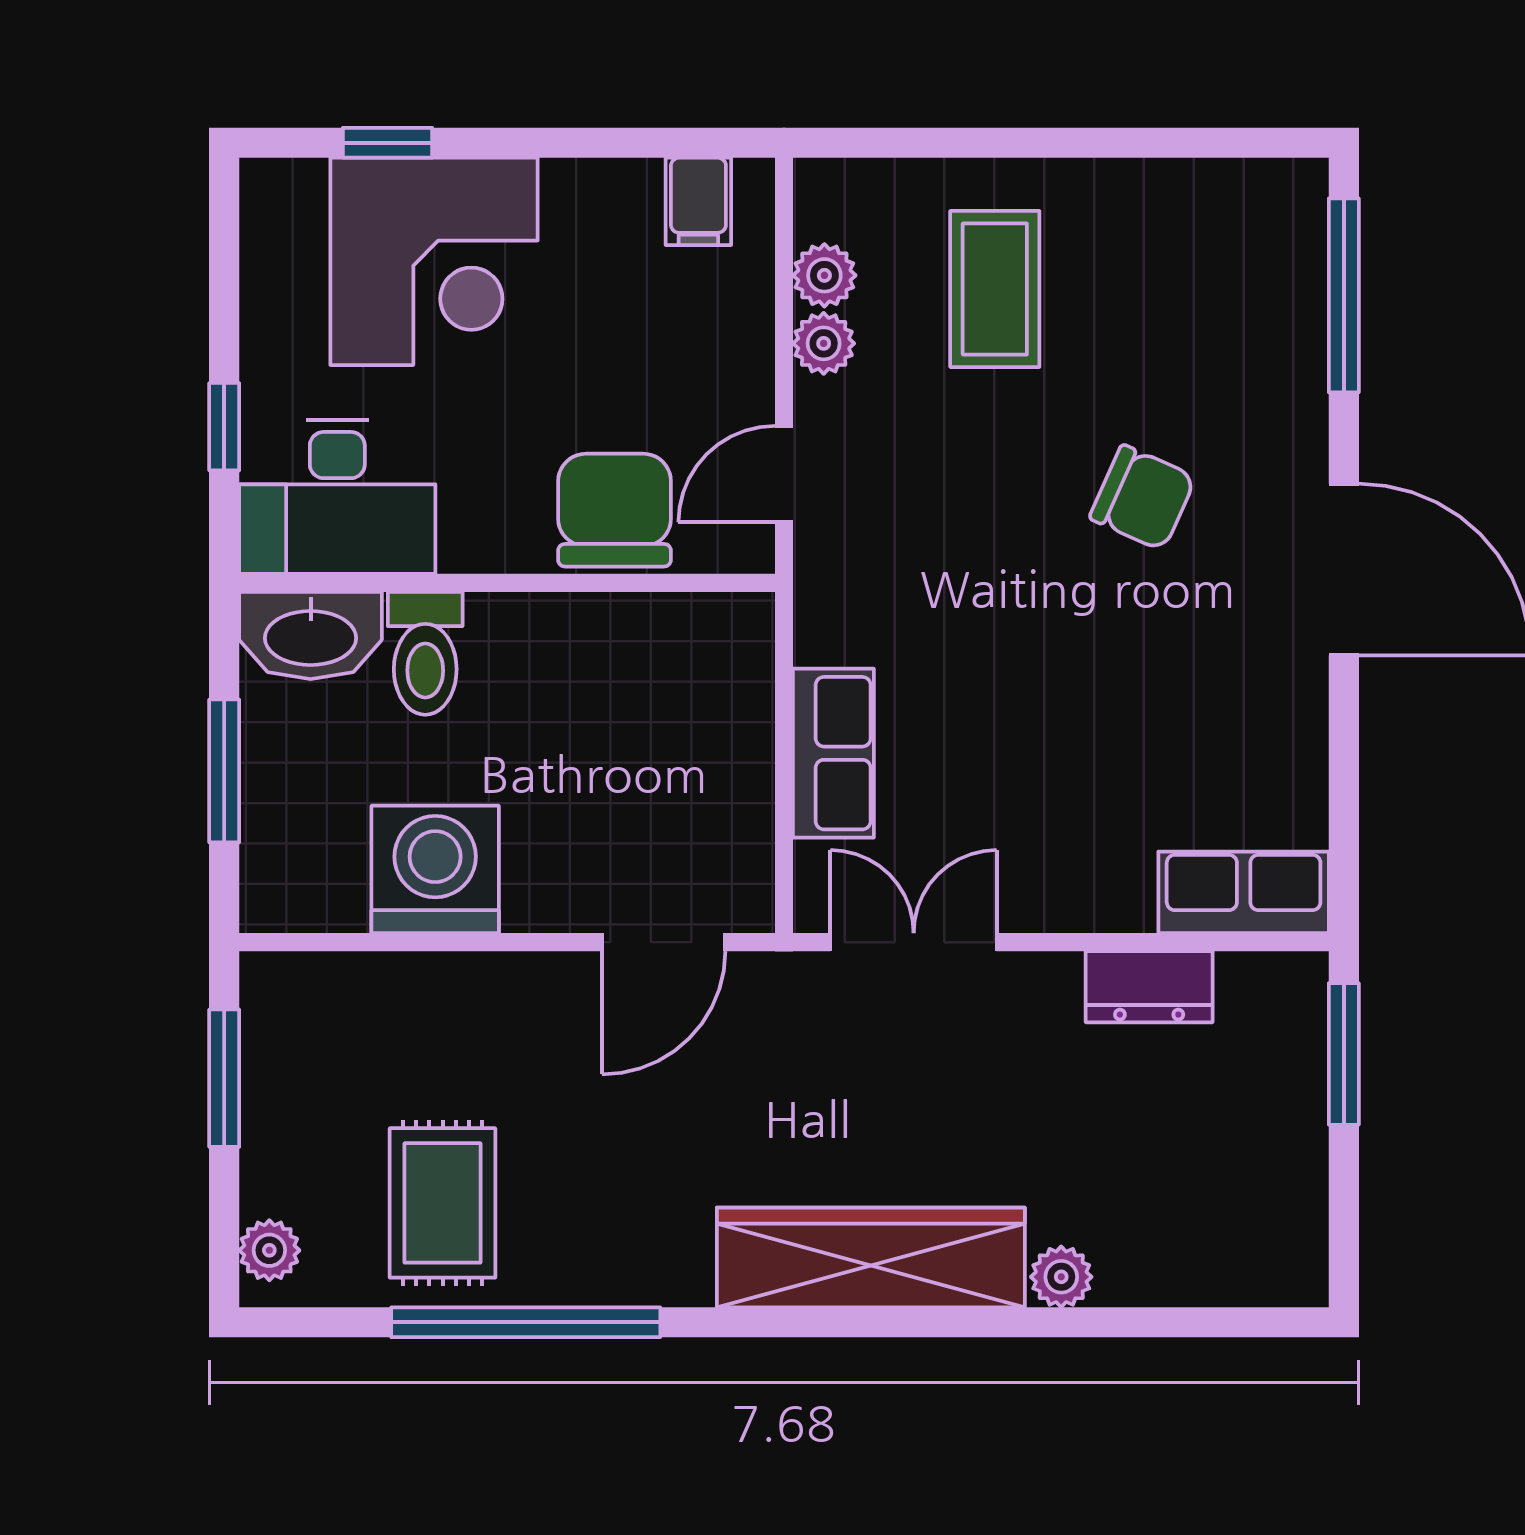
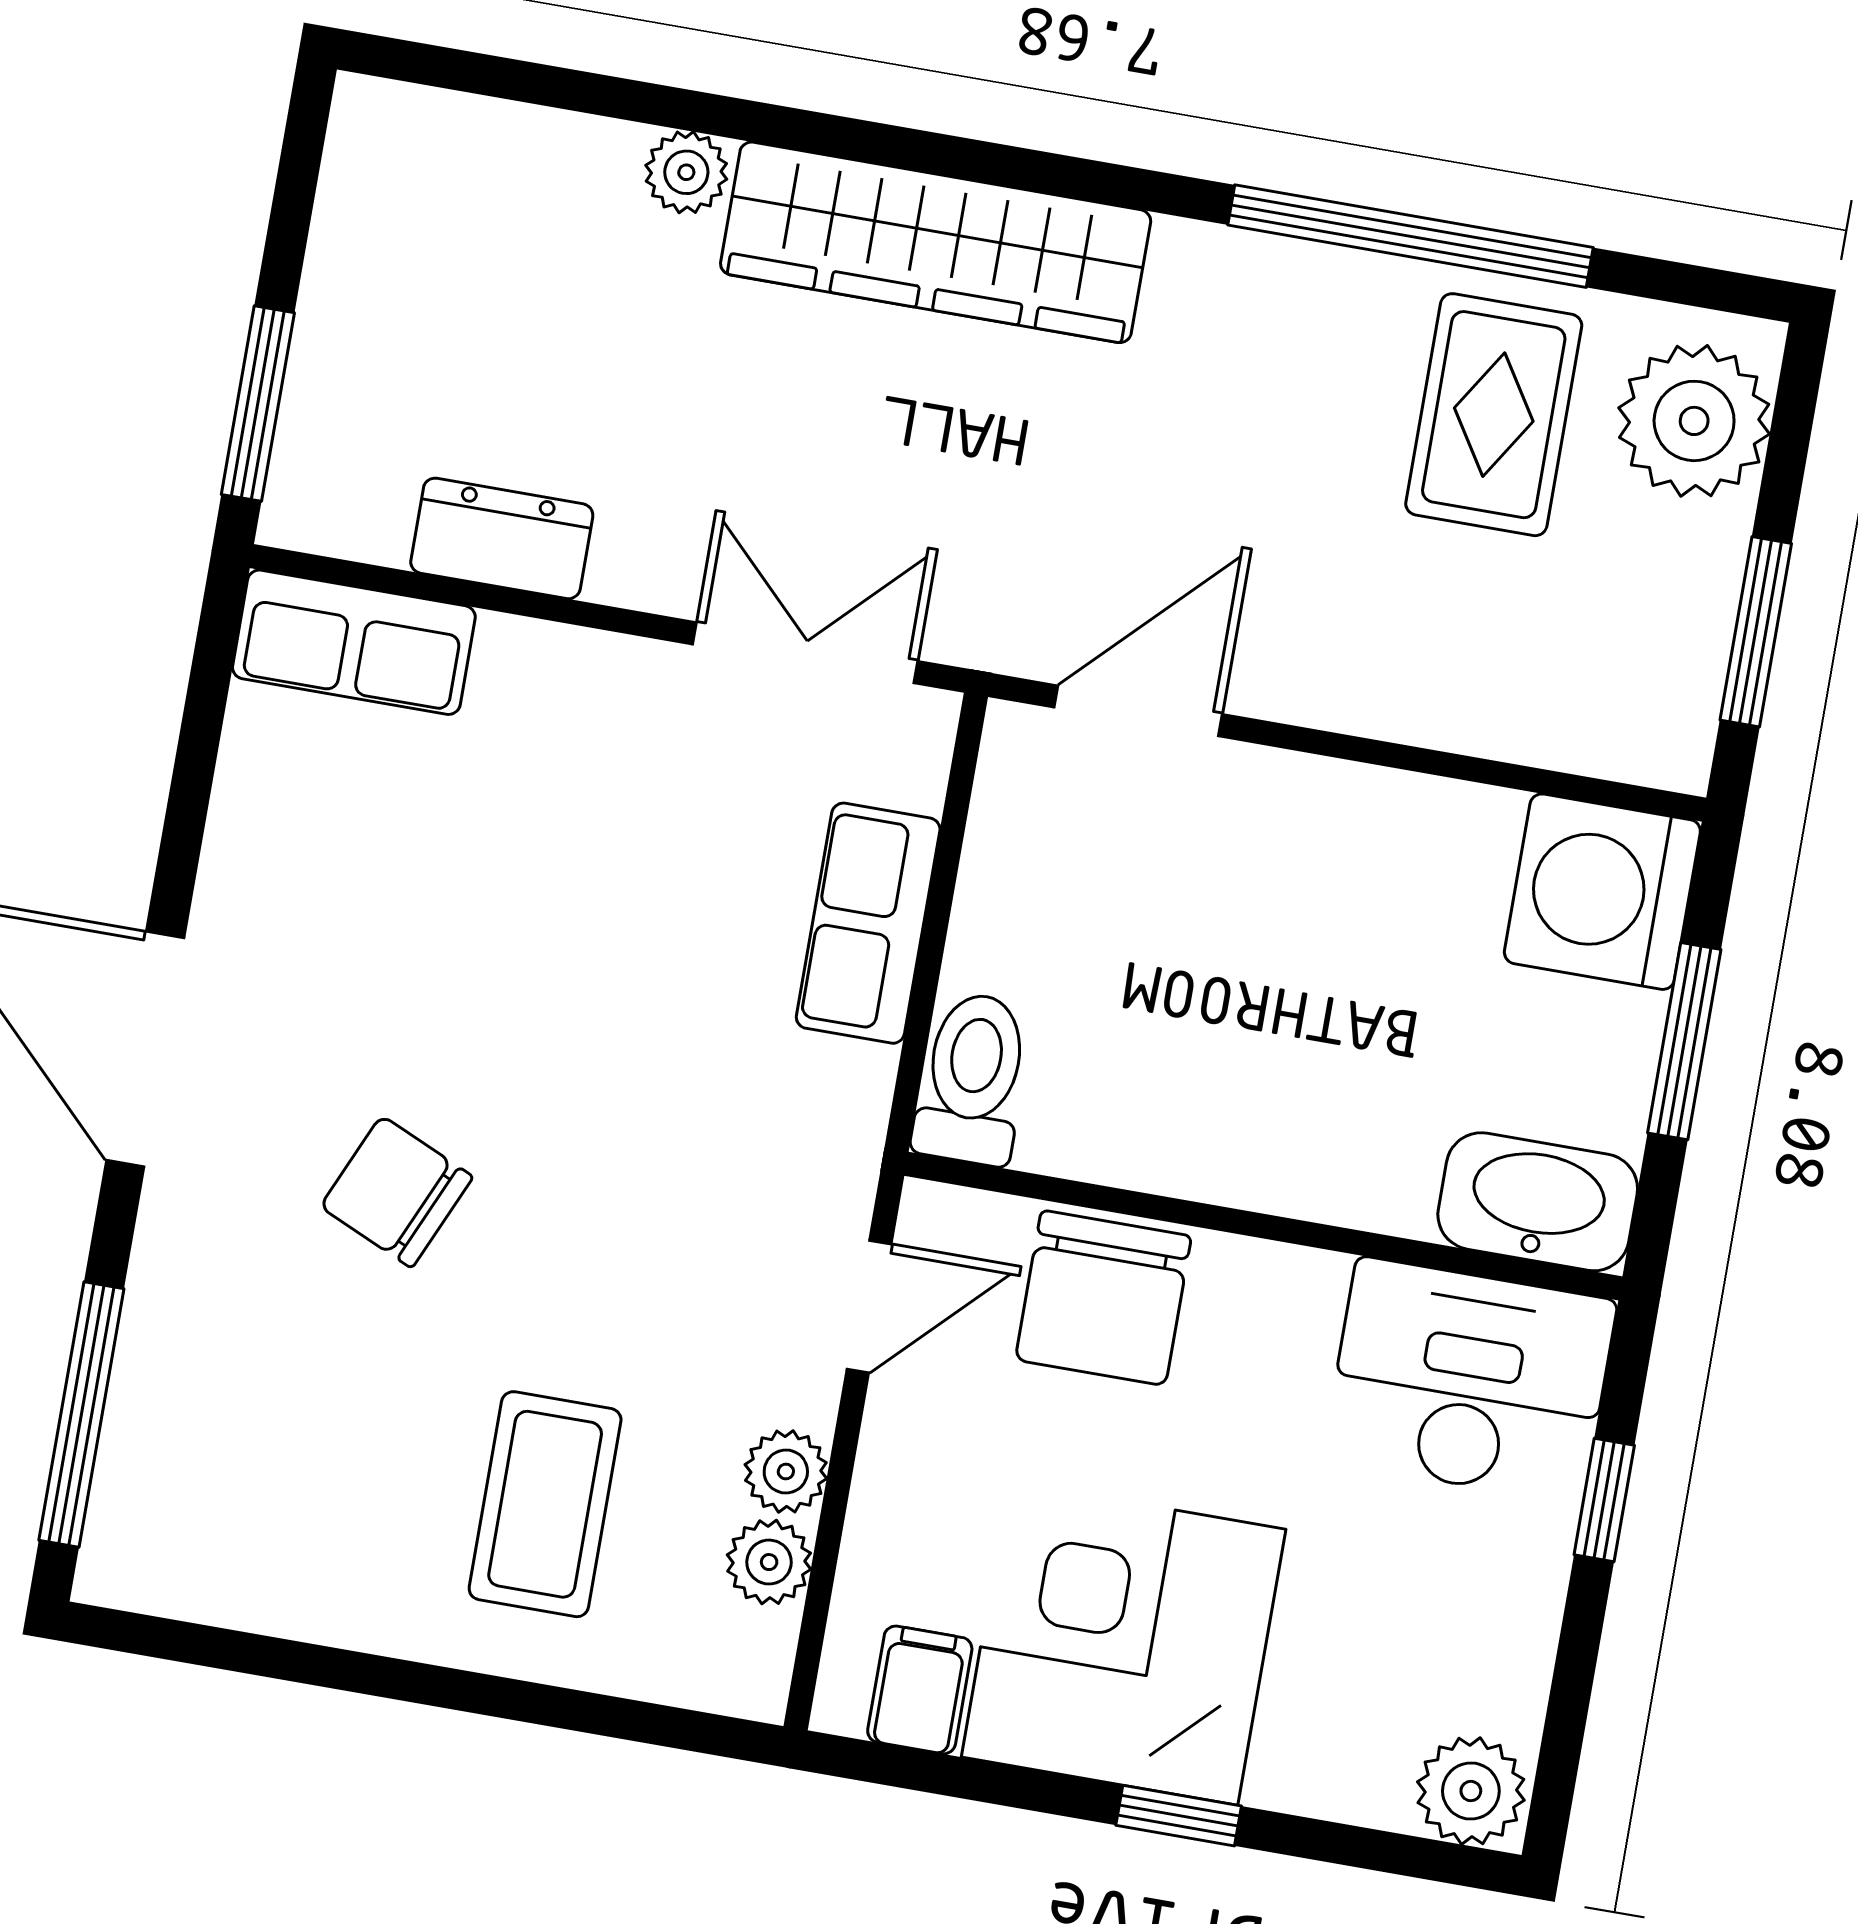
window: (387, 143) -> (1179, 1816), moved
plant: (284, 198) -> (1471, 1791), added
corner desk: (434, 261) -> (1124, 1643), moved
toilet: (425, 653) -> (973, 1079), moved
washing machine: (435, 869) -> (1602, 892), moved, turned 90
double door: (914, 942) -> (805, 653), swing flipped
plant: (269, 1250) -> (1694, 421), width x1.88, depth x1.88

